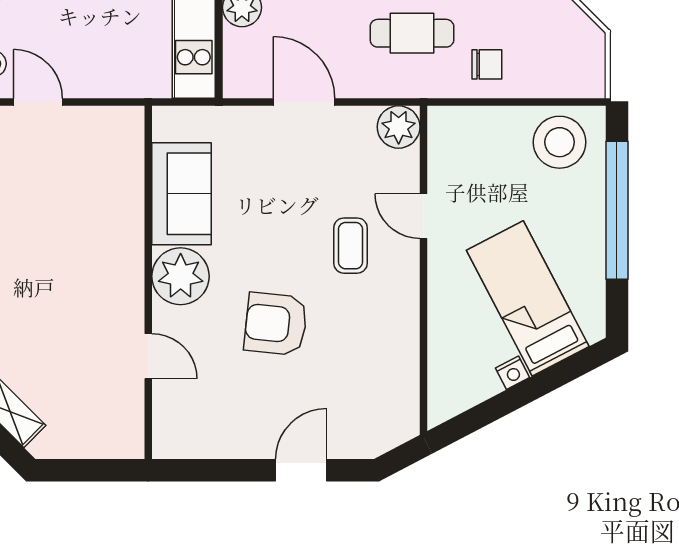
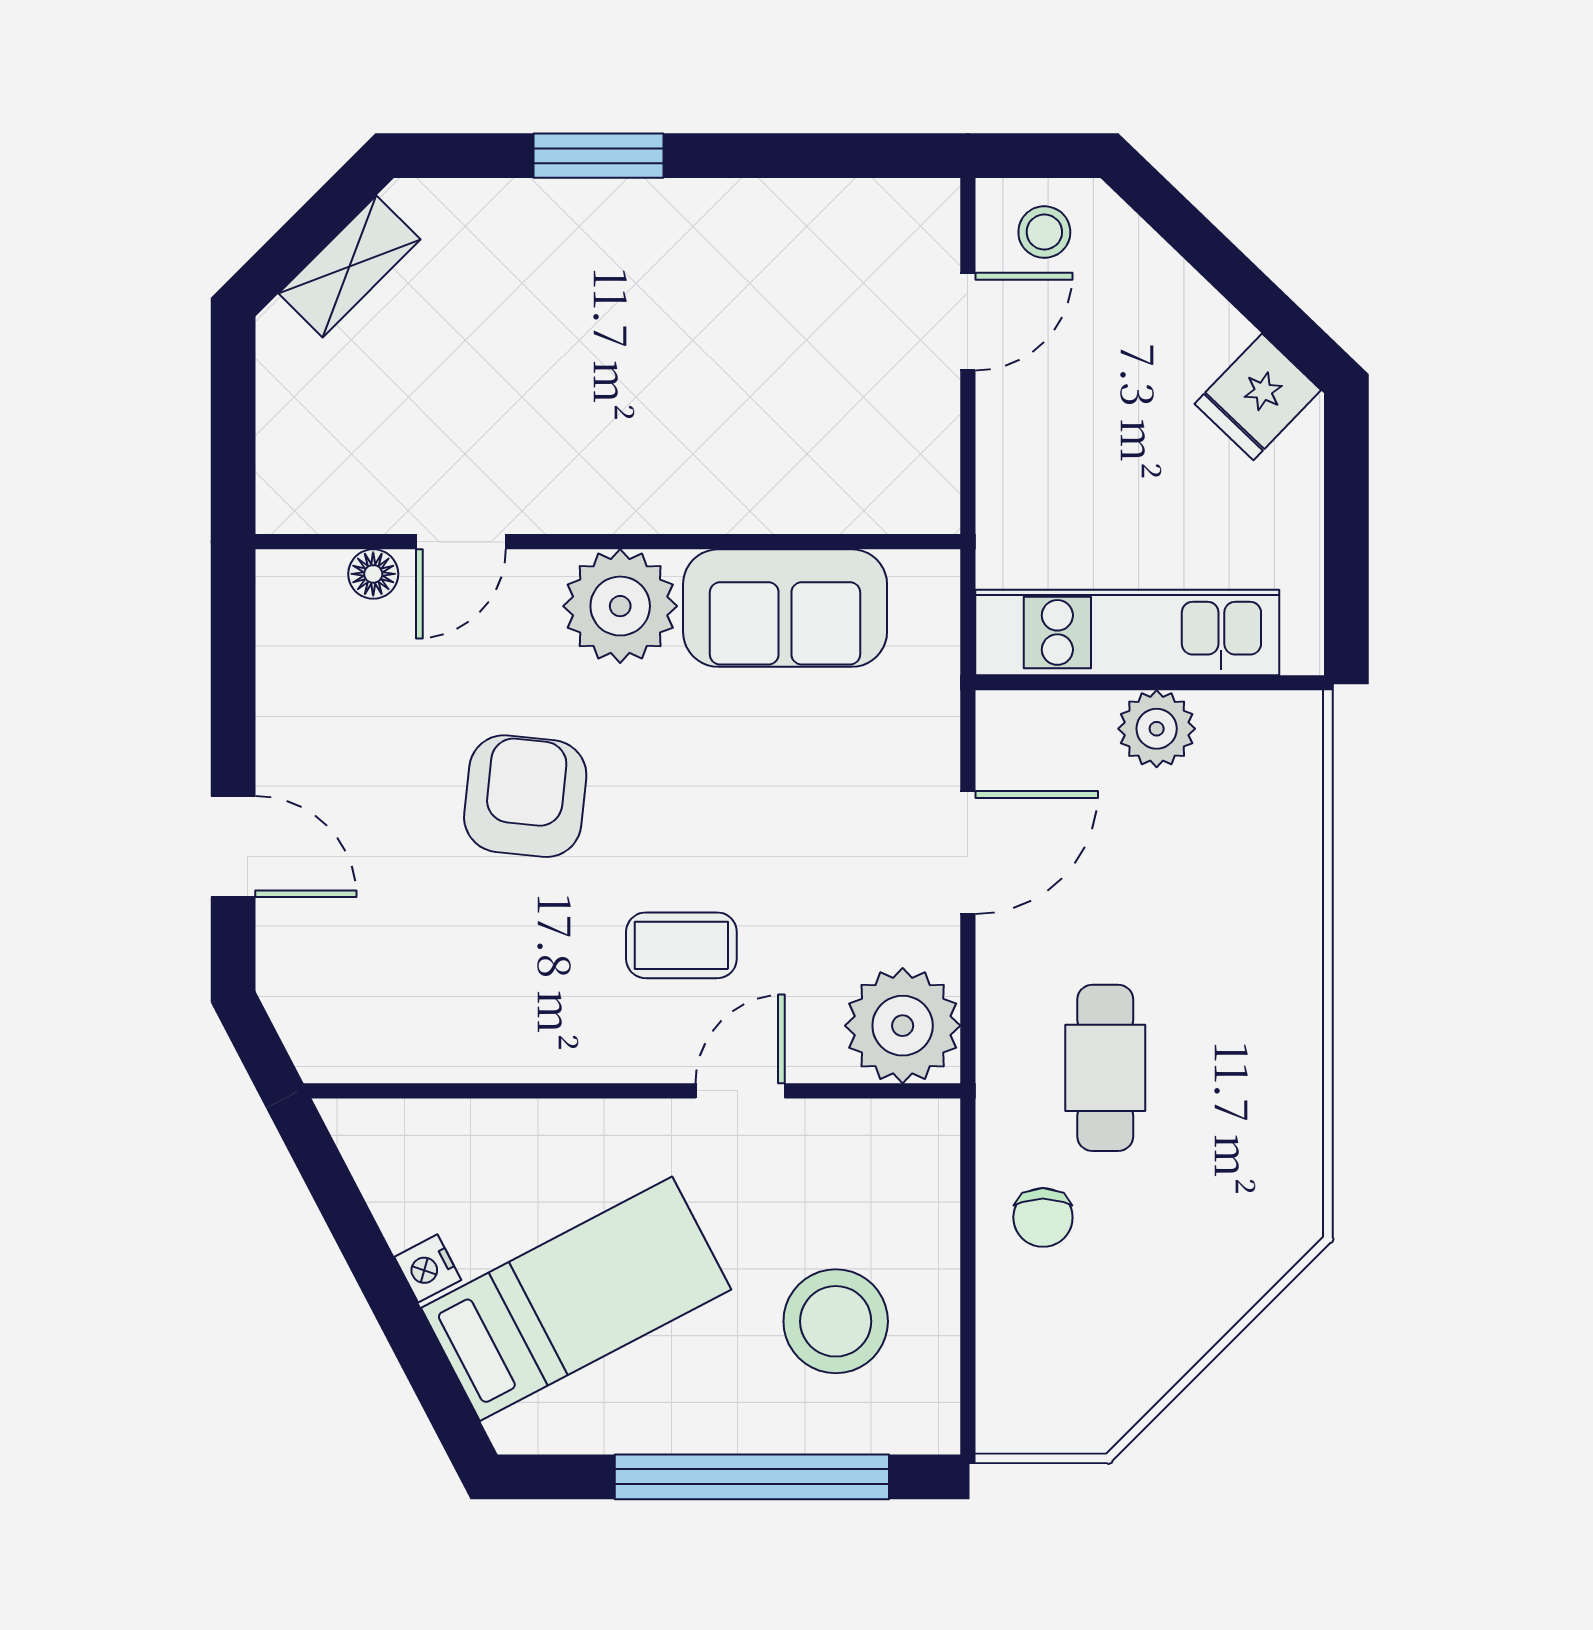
plant: (399, 127) -> (903, 1026), width x1.36, depth x1.36
stool: (560, 142) -> (836, 1321), moved
floor lamp: (164, 400) -> (373, 574), added

